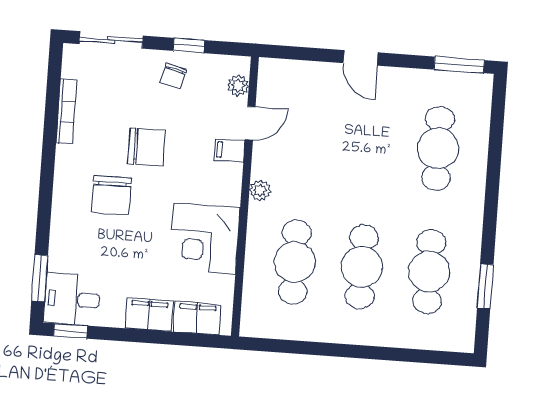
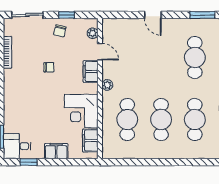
door: (250, 123) -> (100, 52), hinge flipped
chair: (147, 147) -> (49, 67), width x0.54, depth x0.54
filing cabinet: (230, 150) -> (91, 72), width x2.00
chair: (112, 195) -> (33, 93), removed
filing cabinet: (197, 318) -> (90, 140), moved, turned -90
window: (71, 331) -> (29, 162), moved

